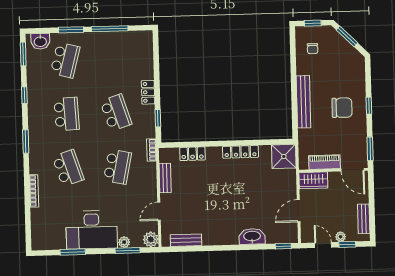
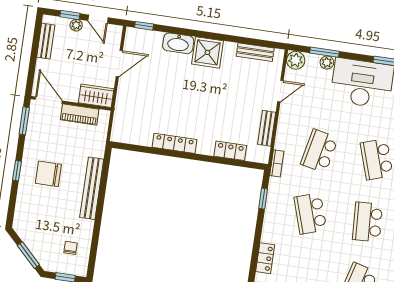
locker: (148, 92) -> (265, 258), moved
shower: (284, 156) -> (207, 52), moved

